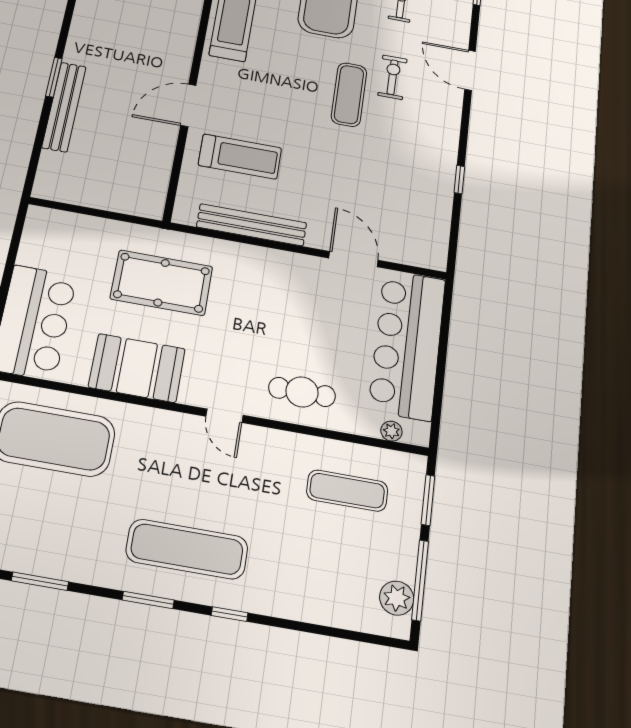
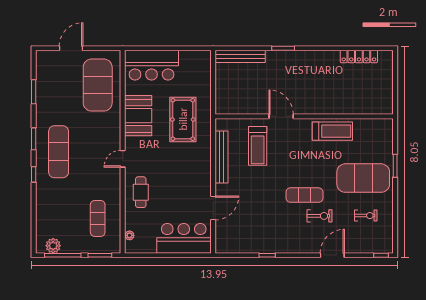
bench: (64, 107) -> (240, 56), moved
bar counter: (407, 344) -> (184, 238), width x0.73

